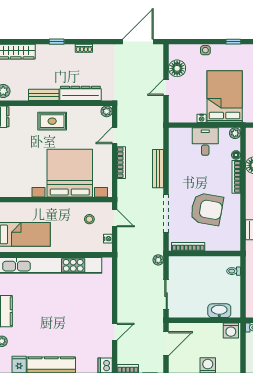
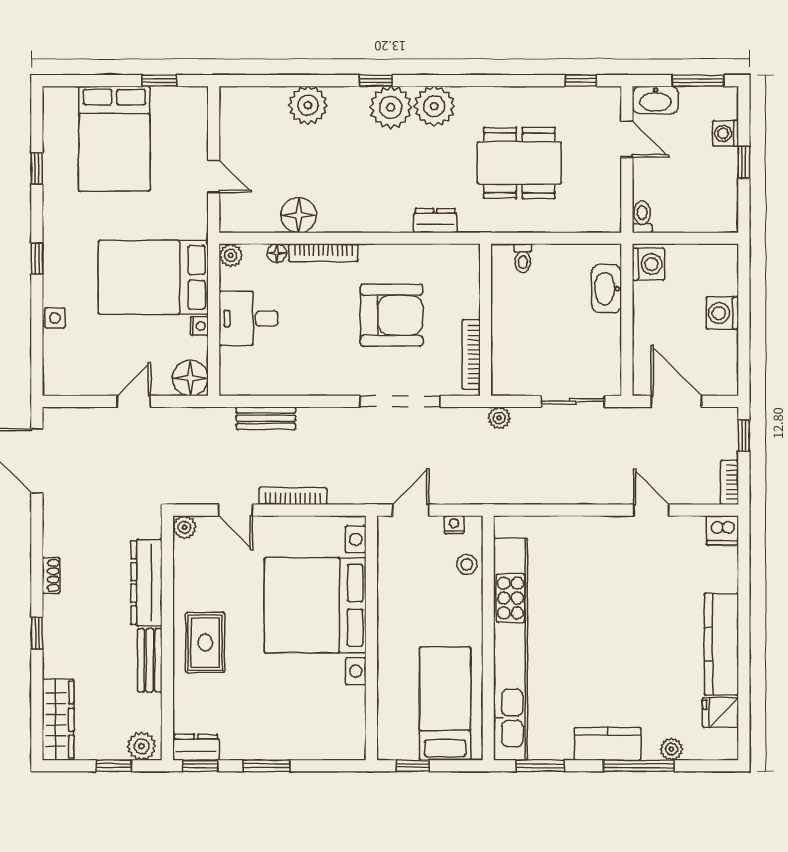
floor lamp: (177, 68) -> (190, 378), moved
door: (166, 87) -> (134, 401), swing flipped
bench: (158, 169) -> (266, 418), moved, width x0.73
armchair: (207, 209) -> (392, 315), turned 80
stool: (89, 219) -> (467, 564), moved

